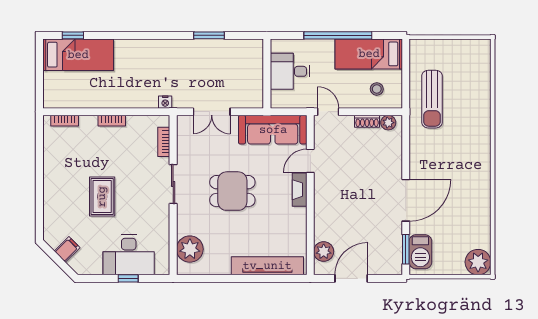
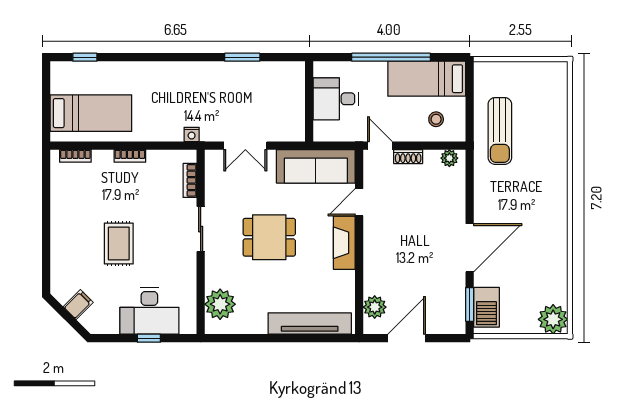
bed: (78, 55) -> (91, 113), moved
shoe rack: (367, 121) -> (408, 157), moved
fireplace: (300, 190) -> (344, 243), width x1.37, depth x1.32

